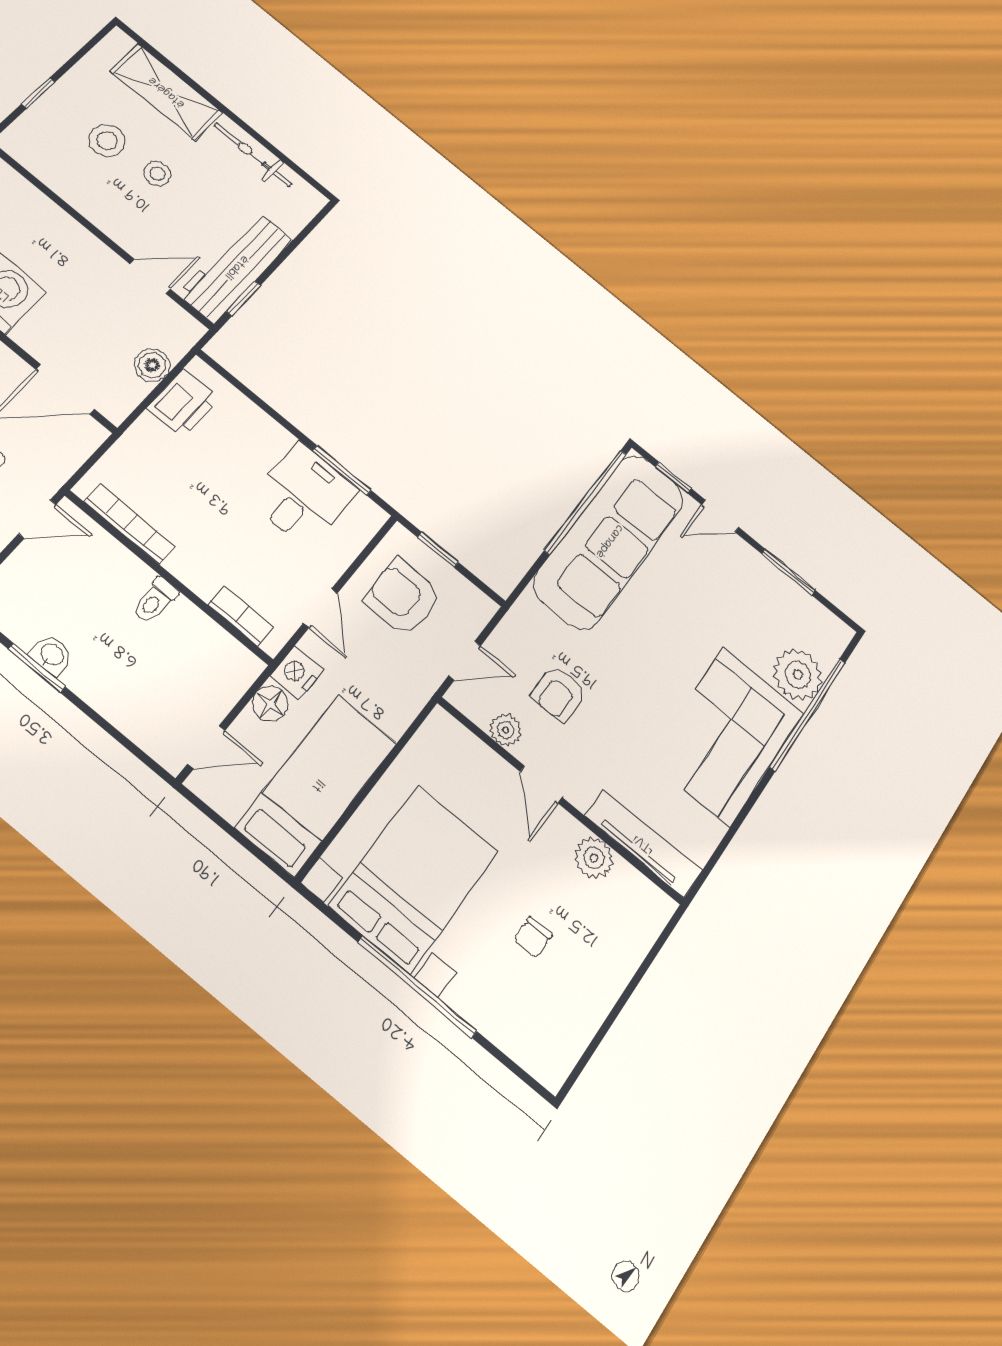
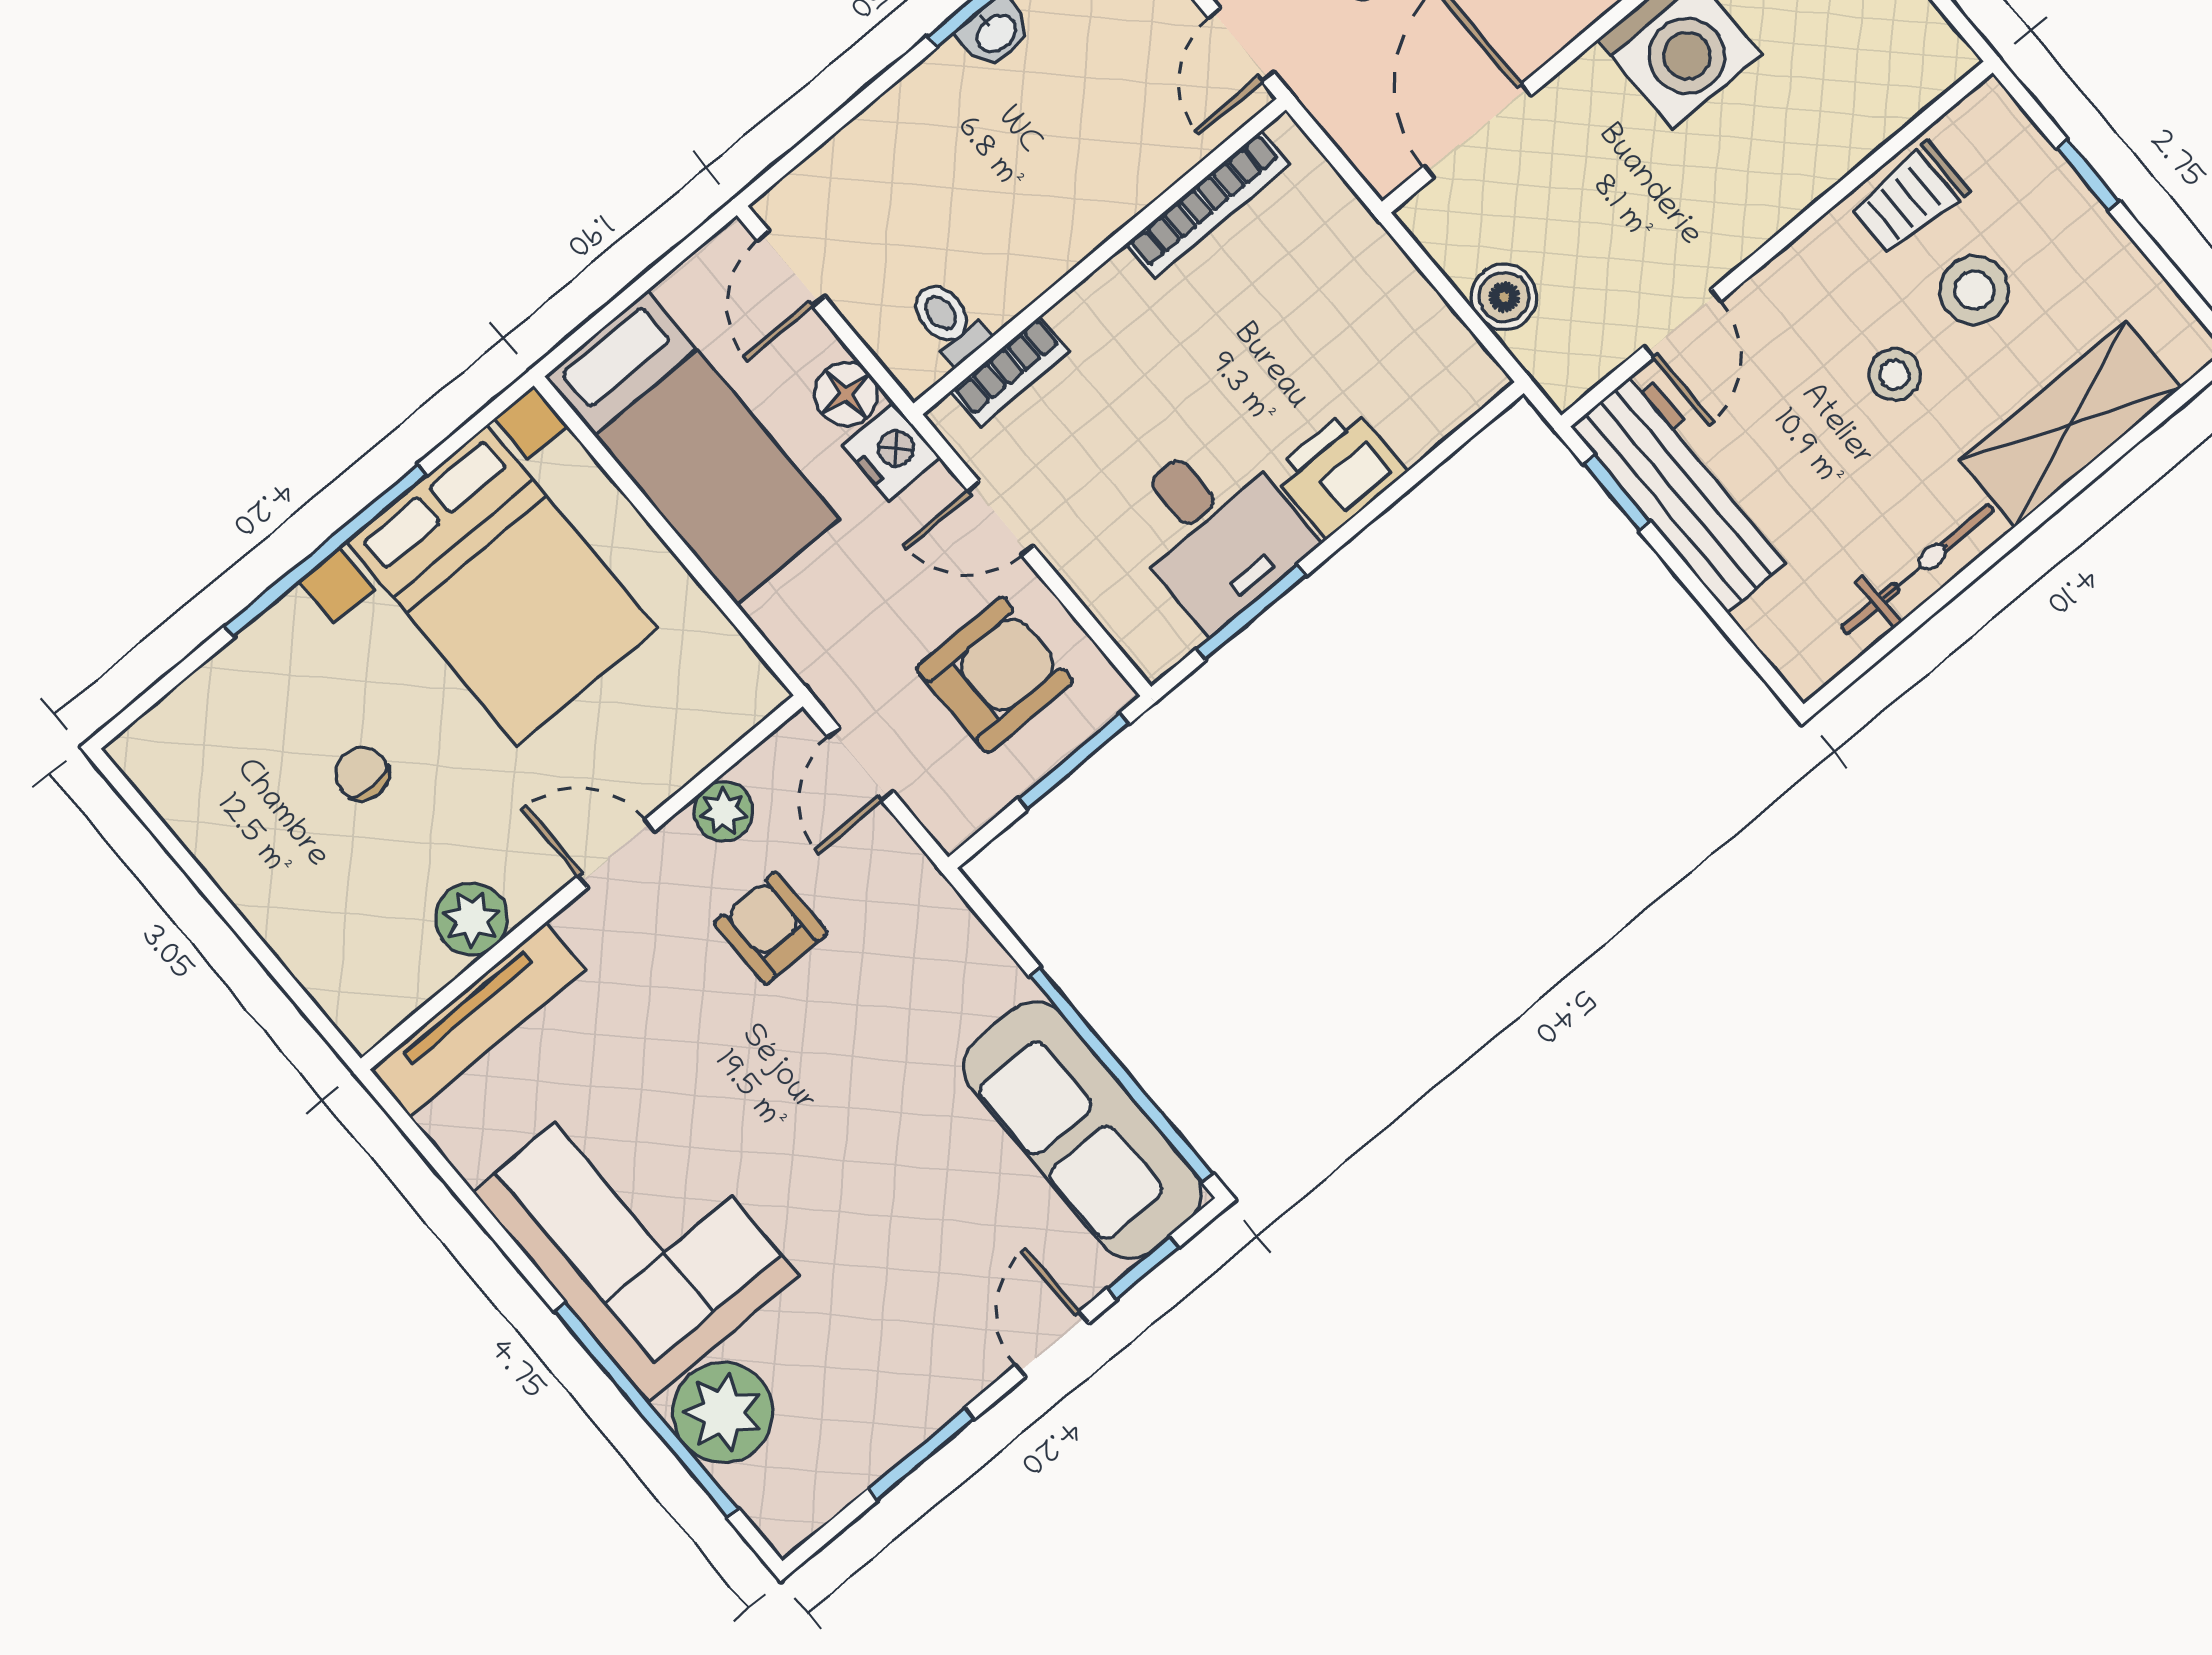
trolley: (65, 174) -> (1910, 199), added
printer: (183, 403) -> (1339, 472), moved, turned 90
sofa: (609, 541) -> (1083, 1130), width x0.74, depth x0.79
window: (438, 550) -> (1074, 761), width x1.50
toilet: (155, 600) -> (948, 321), moved

